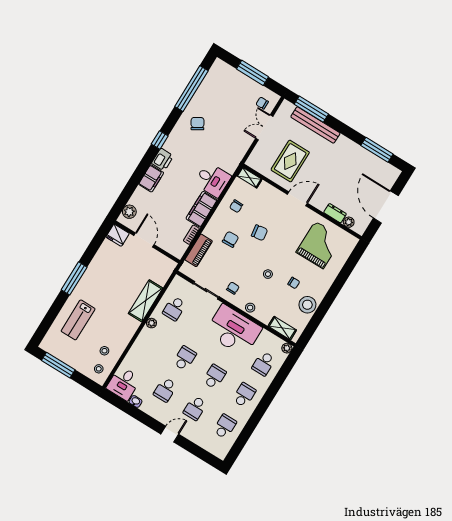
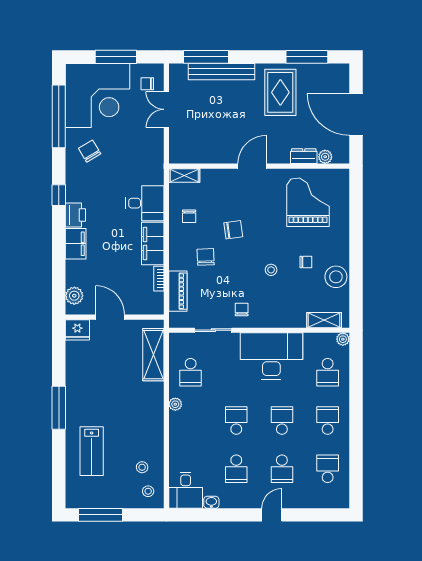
corner desk: (225, 91) -> (98, 96), added
rug: (290, 161) -> (280, 92), moved
shelving: (146, 301) -> (153, 355), moved
stool: (250, 308) -> (274, 319), removed

